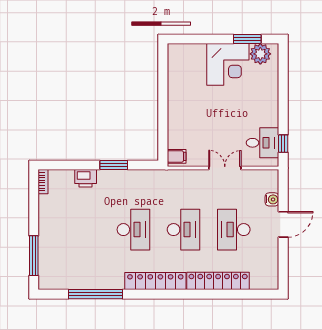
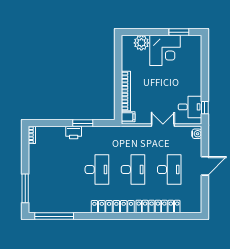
plant: (260, 54) -> (141, 43), moved
bookcase: (174, 121) -> (126, 91), added
printer: (86, 178) -> (74, 133), moved
water cooler: (272, 199) -> (197, 134), moved
desk: (234, 230) -> (169, 170), turned 180
window: (96, 294) -> (54, 216), moved

